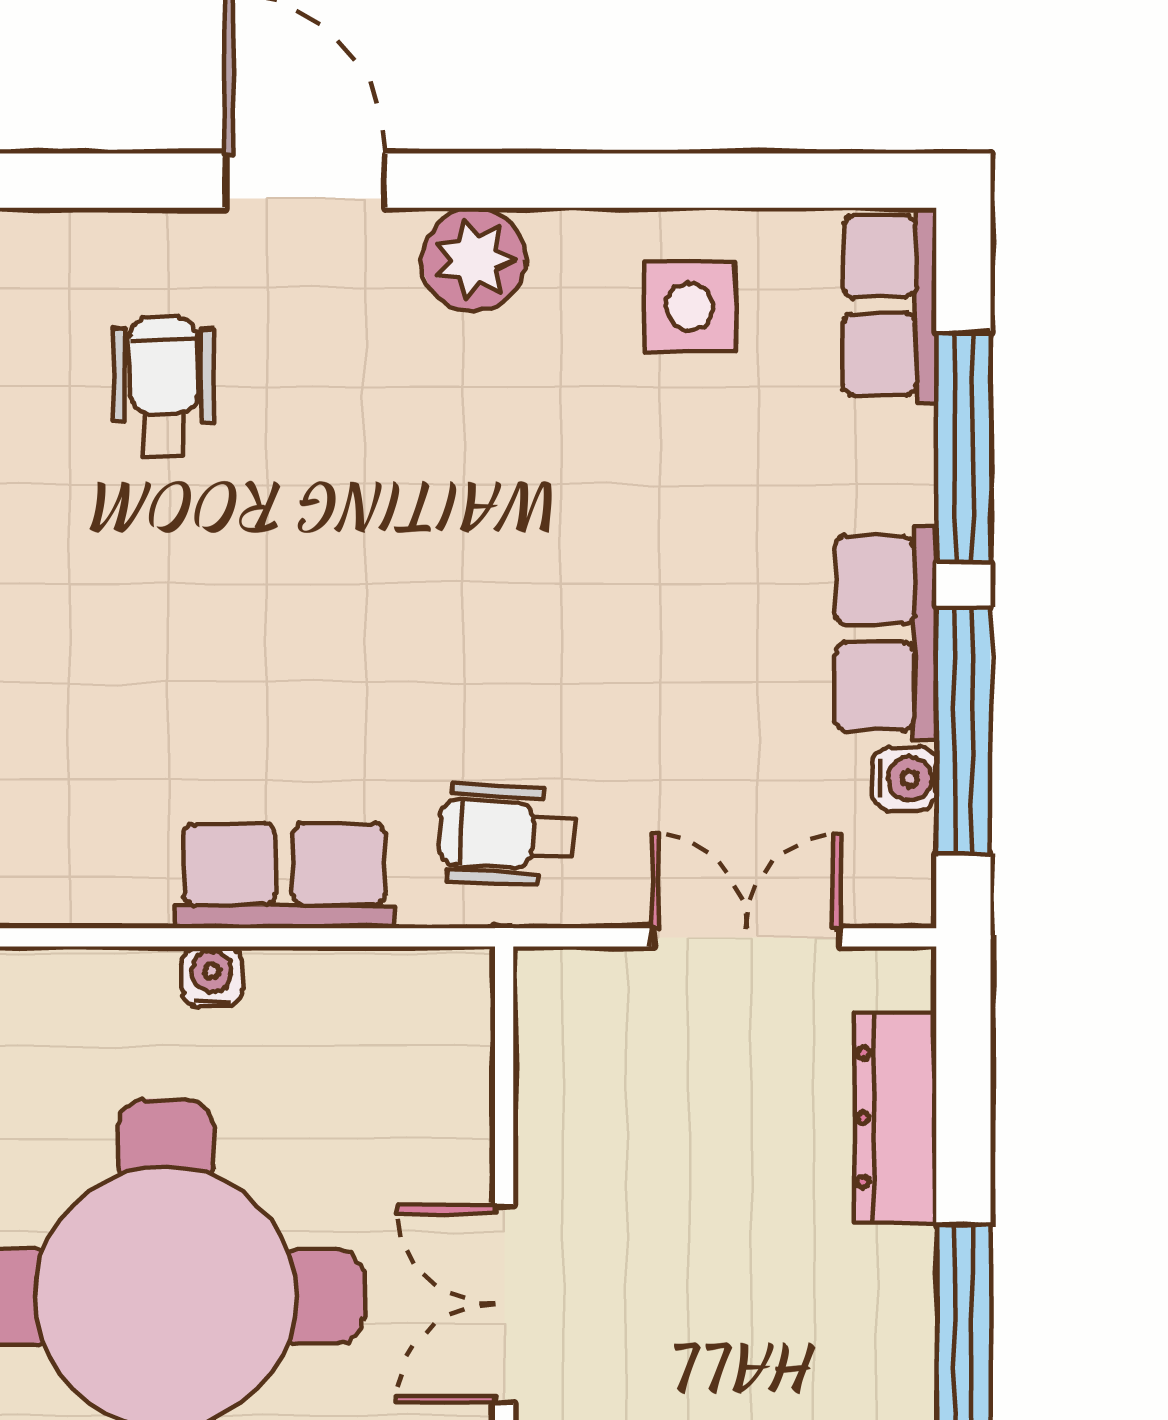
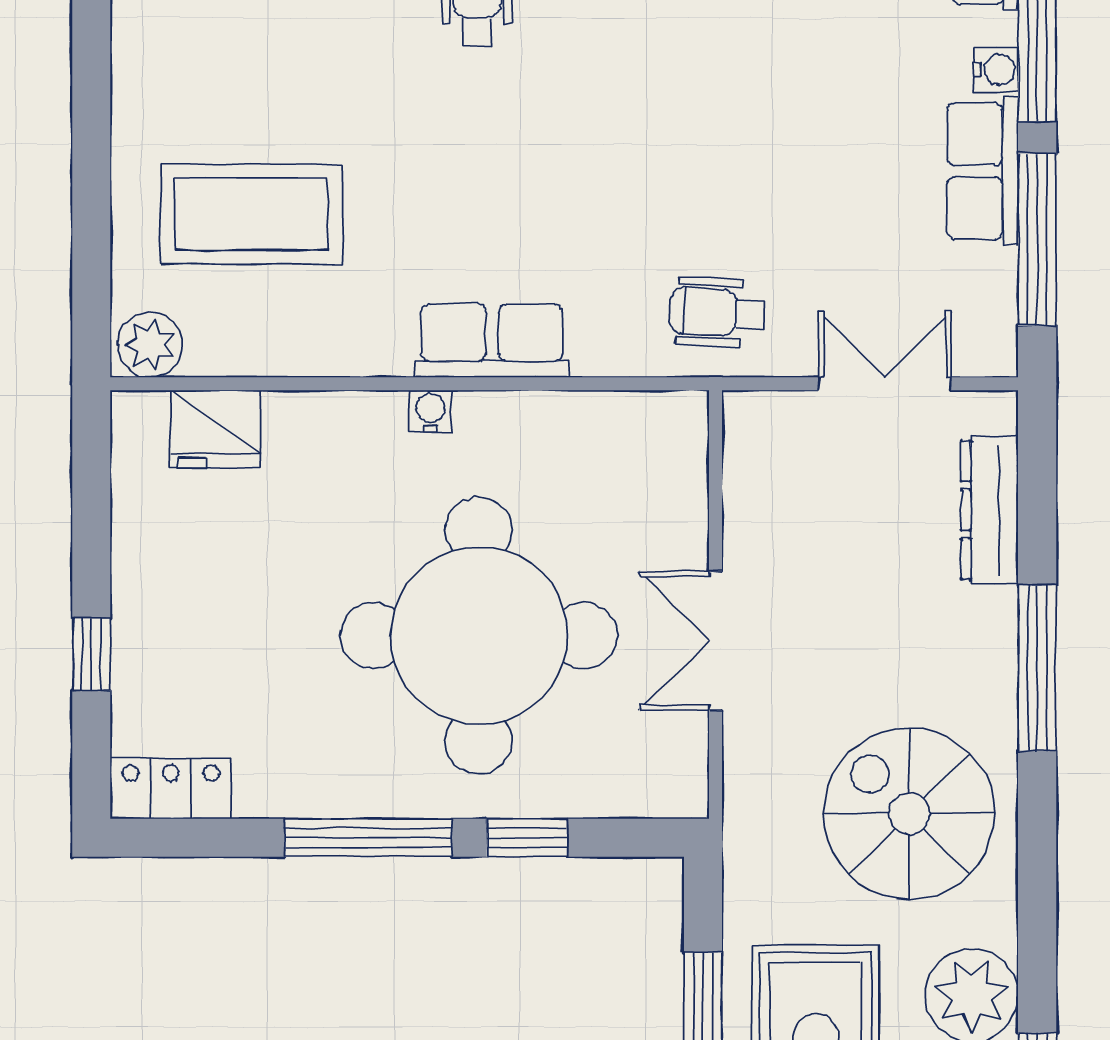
water cooler: (904, 779) -> (996, 69), moved
row of seats: (284, 876) -> (492, 341), moved
water cooler: (212, 976) -> (430, 411), moved

